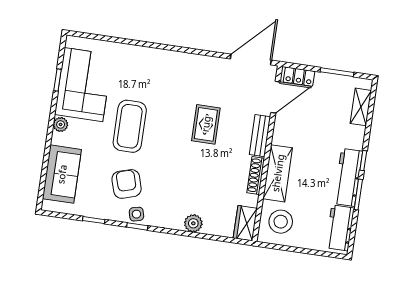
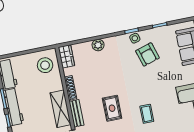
coffee table: (130, 126) -> (147, 114), moved, width x0.54, depth x0.58
shelving: (278, 173) -> (60, 109), moved

